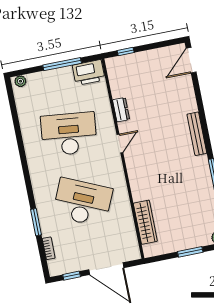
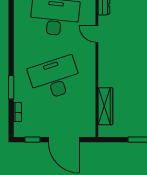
door: (120, 144) -> (97, 34), swing flipped
desk: (83, 202) -> (55, 78), turned -42

